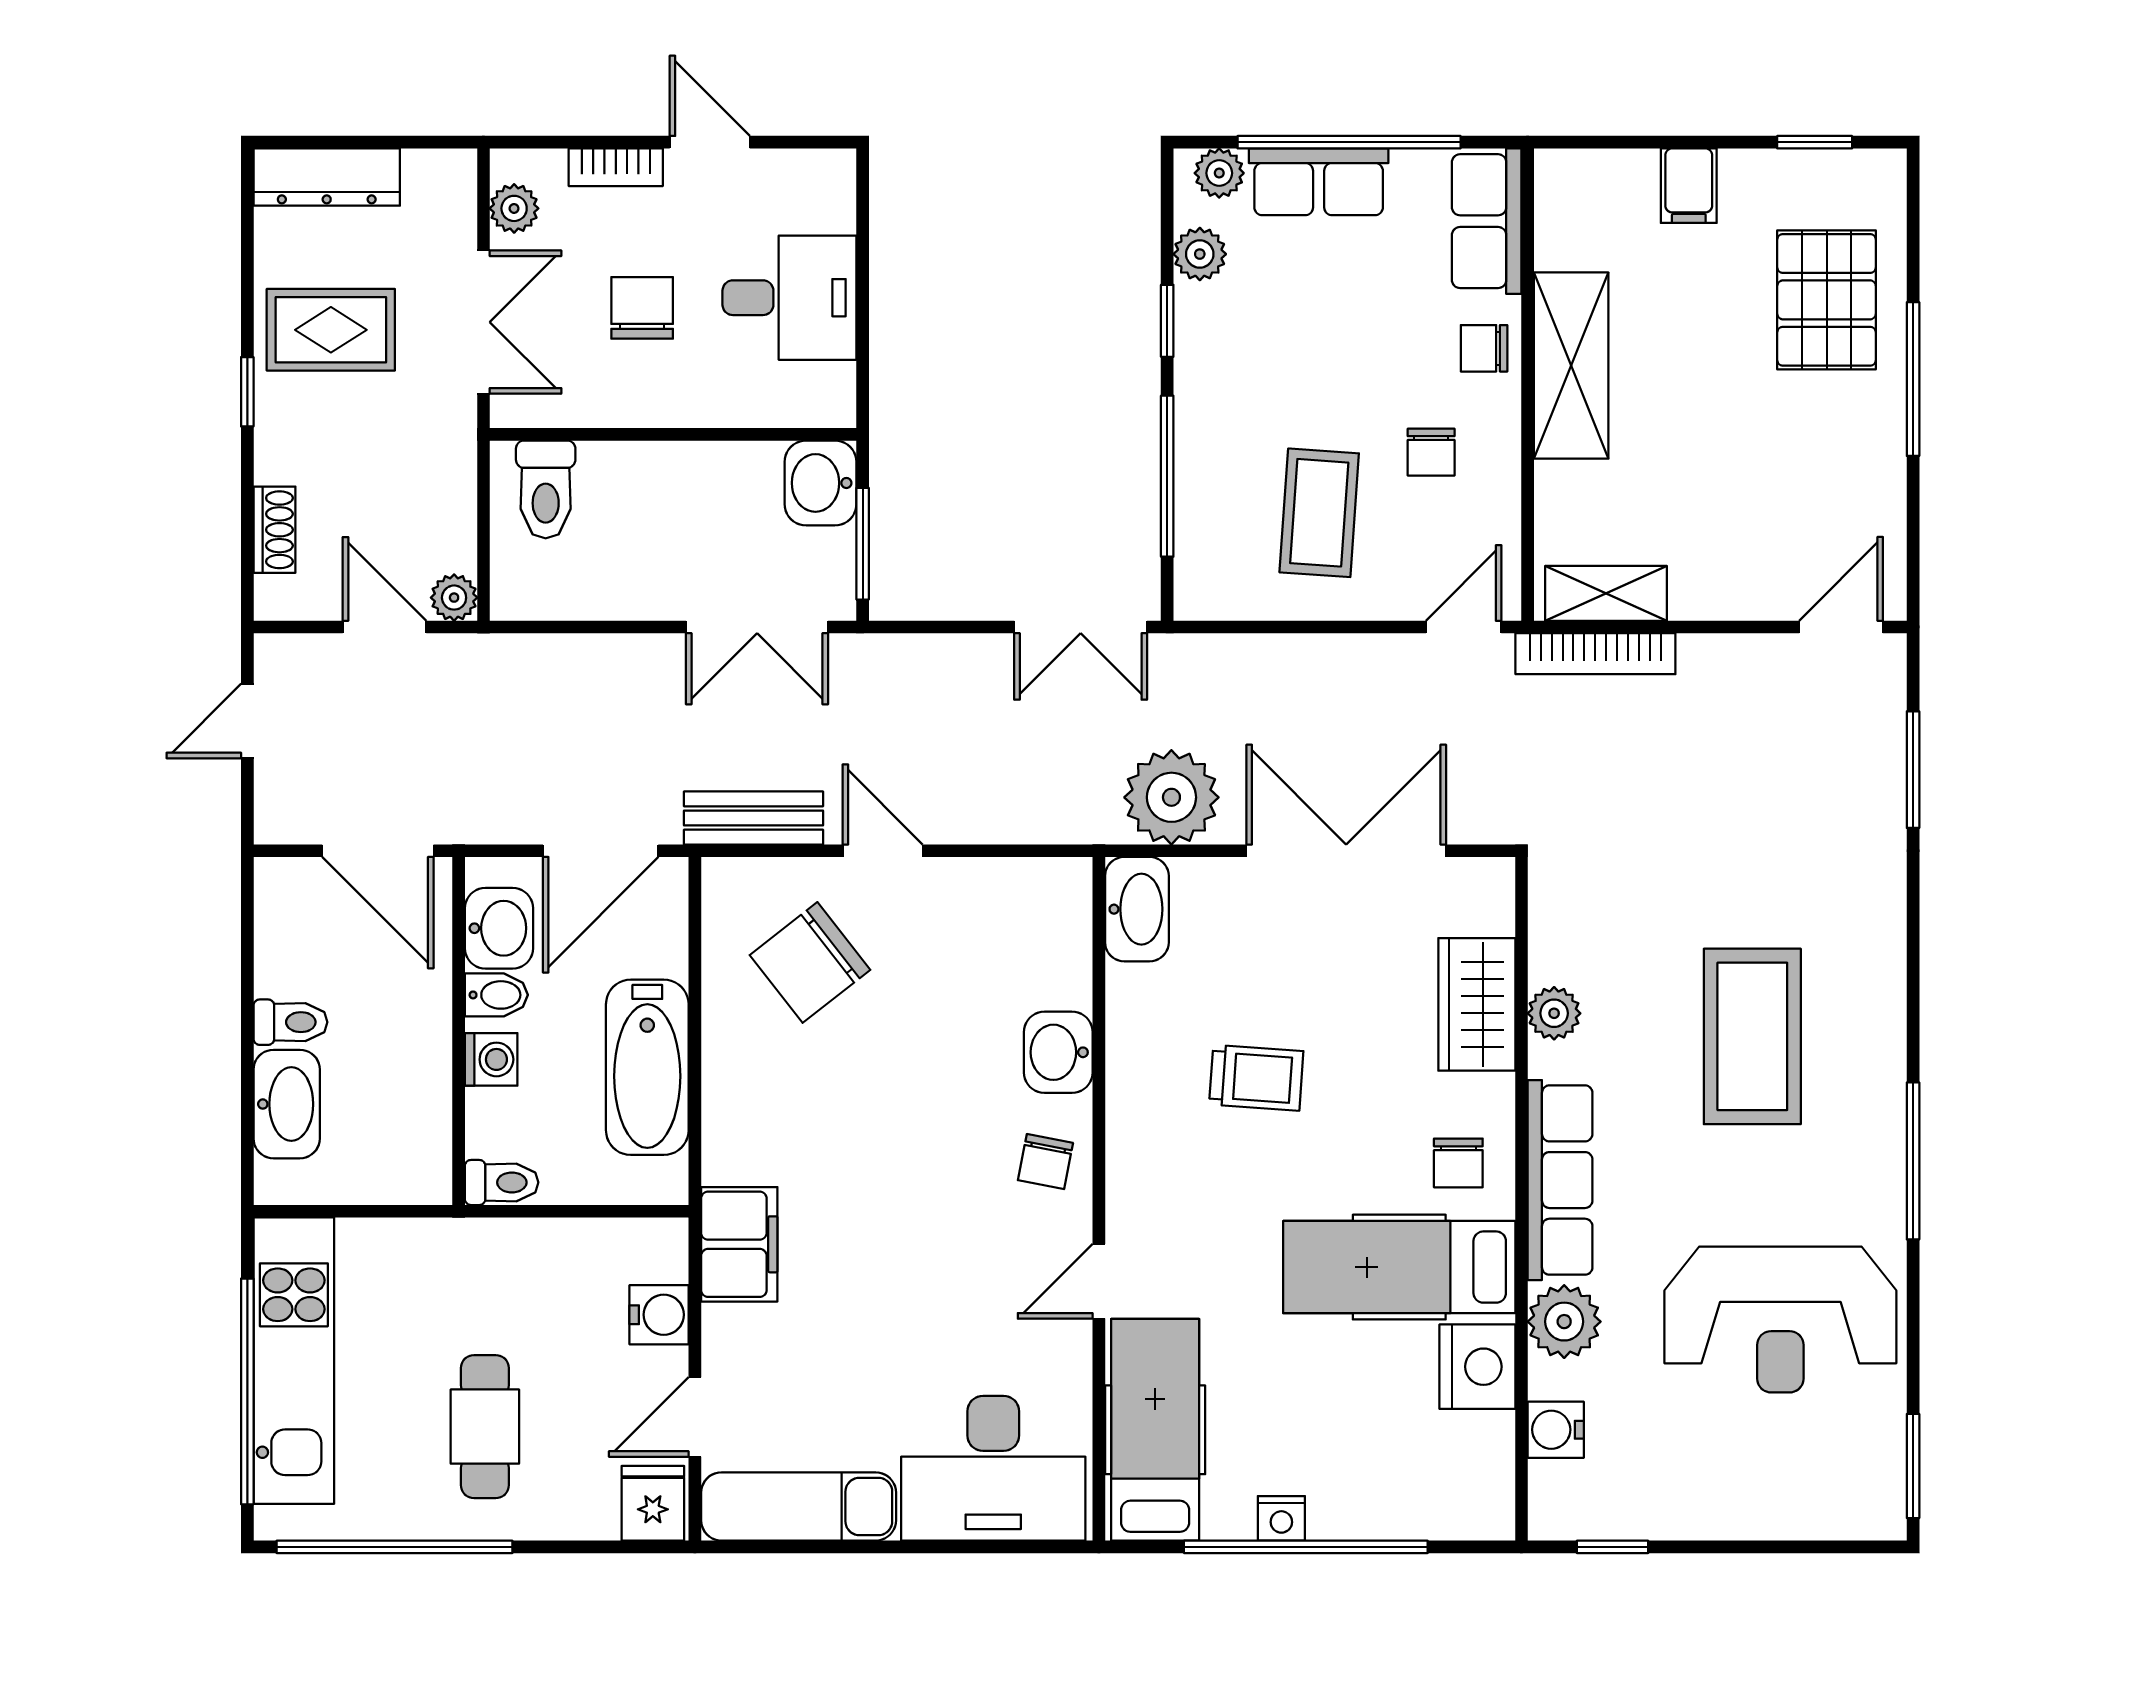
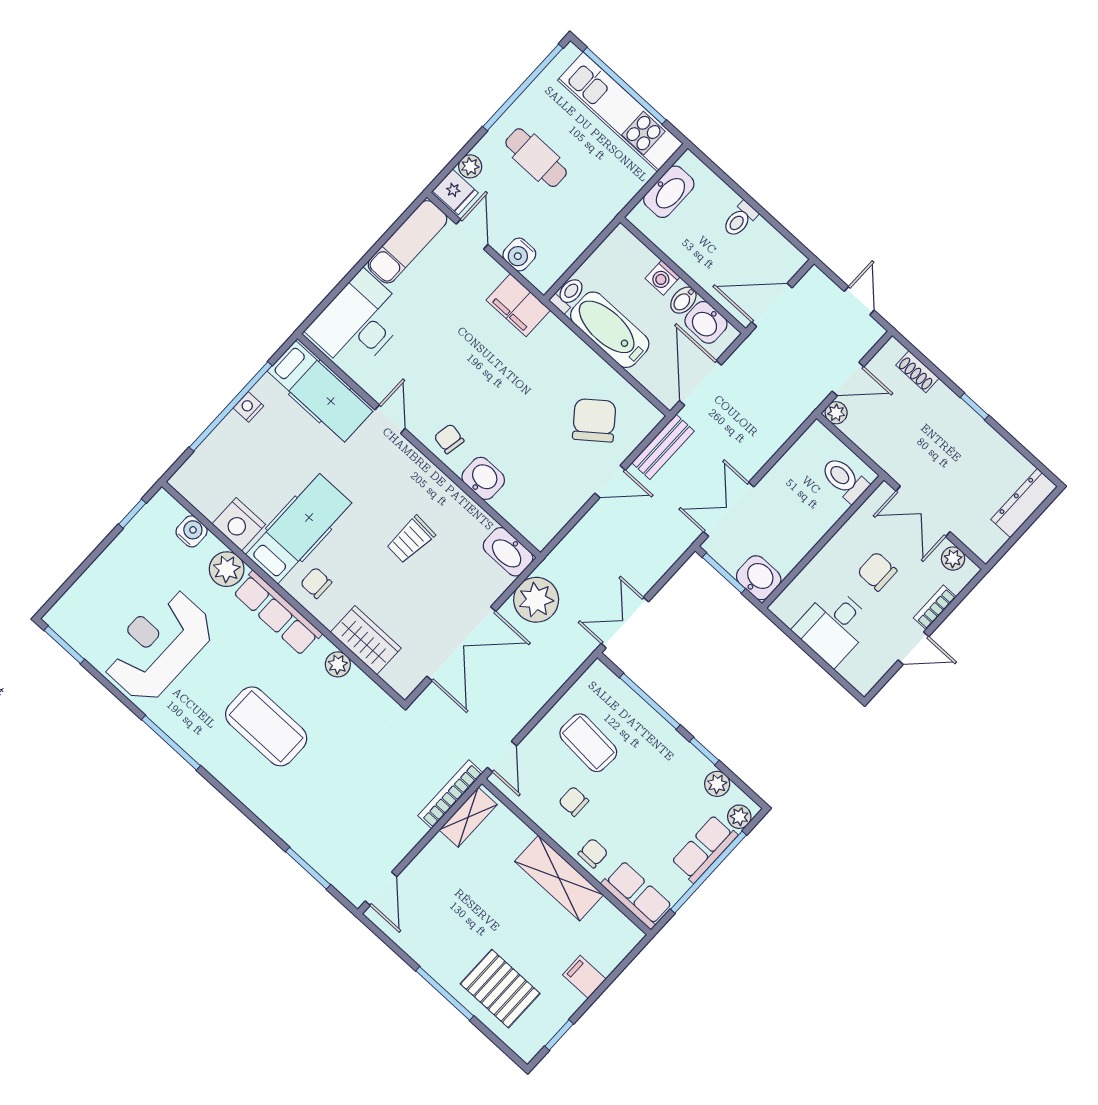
chair: (642, 308) -> (877, 571), turned 180
rug: (331, 330) -> (969, 455), removed
washbasin: (287, 1104) -> (669, 192), moved, turned -90
toilet: (502, 1182) -> (568, 294), moved, turned 180
plant: (592, 1516) -> (470, 166), added

